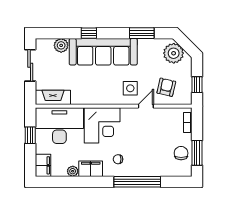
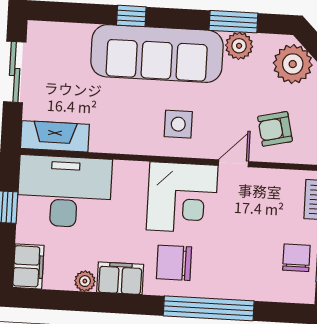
plant: (61, 45) -> (239, 46), moved
armchair: (166, 87) -> (275, 129), turned -116
side table: (130, 88) -> (178, 124), moved
corner desk: (102, 125) -> (182, 198), moved
chair: (118, 159) -> (174, 263), width x1.87, depth x1.87

